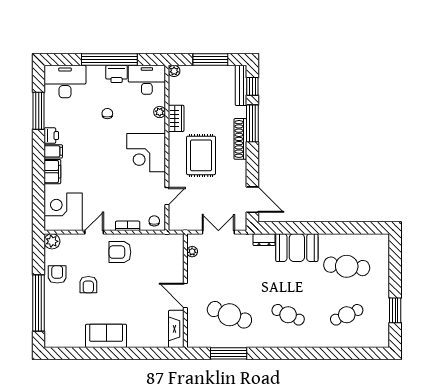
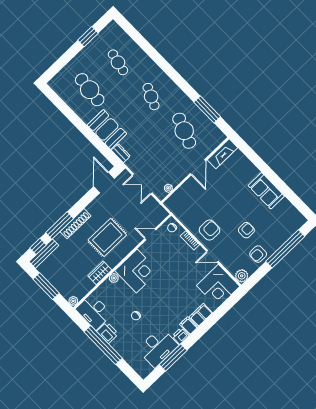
desk: (65, 82) -> (158, 347), moved, turned -90
plant: (160, 112) -> (114, 278), moved
armchair: (120, 252) -> (210, 230), turned -90
cafe table: (347, 315) -> (118, 62), turned 36

